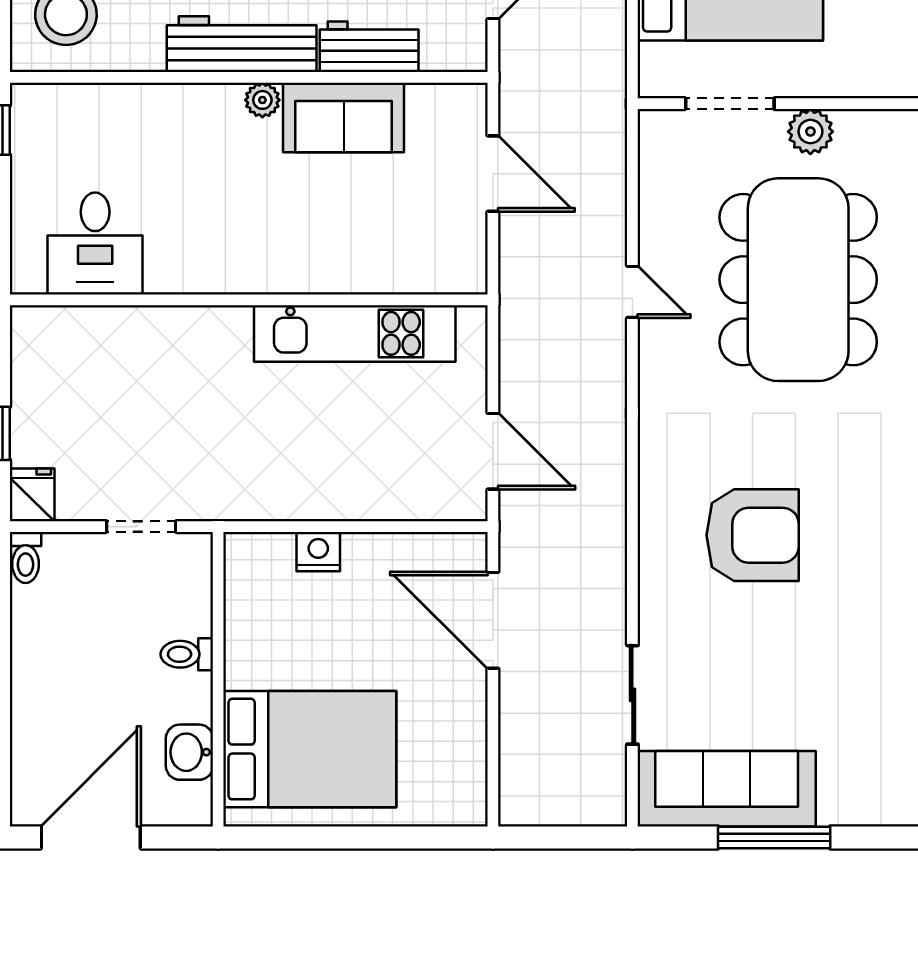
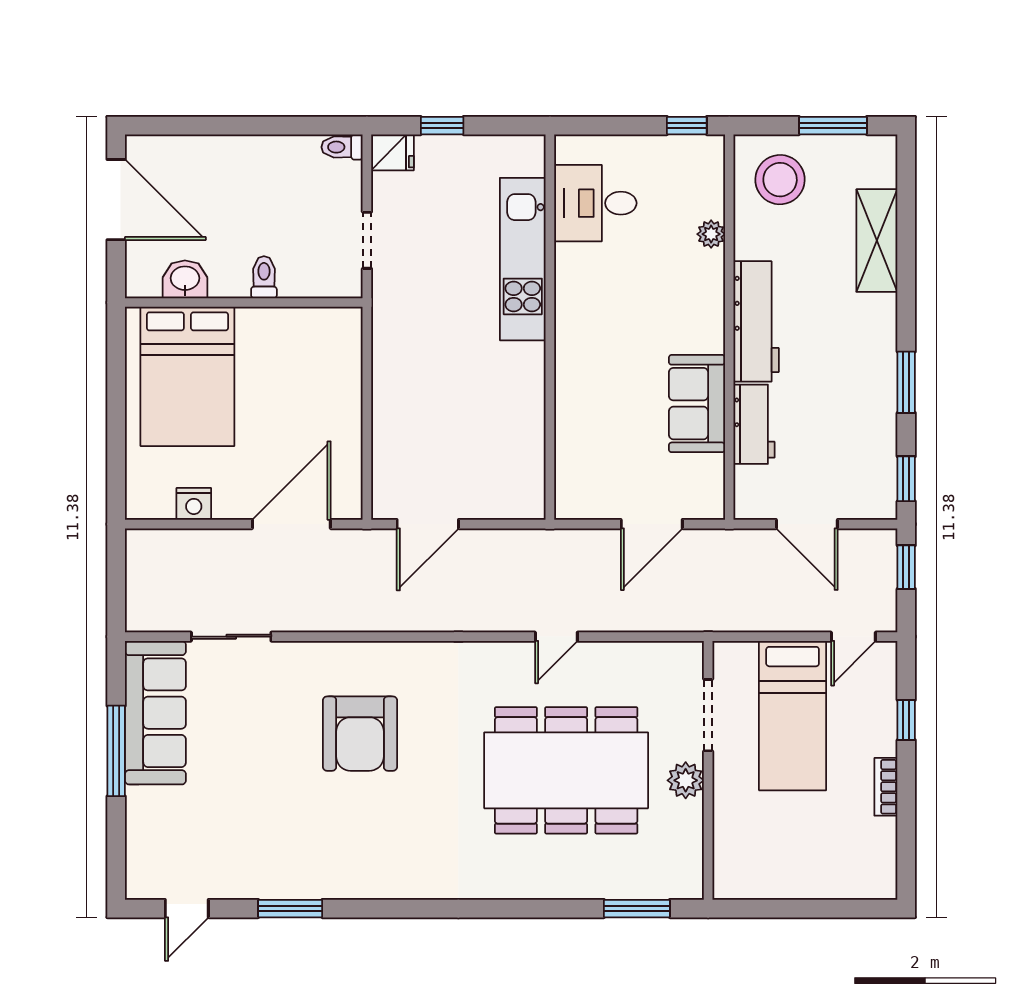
plant: (262, 100) -> (711, 234), moved
kitchen unit: (355, 333) -> (523, 259), moved
nightstand: (318, 552) -> (194, 504), moved, turned 90

